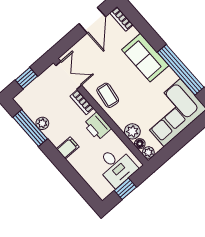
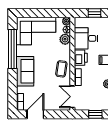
desk: (116, 166) -> (86, 38), moved, turned -90

